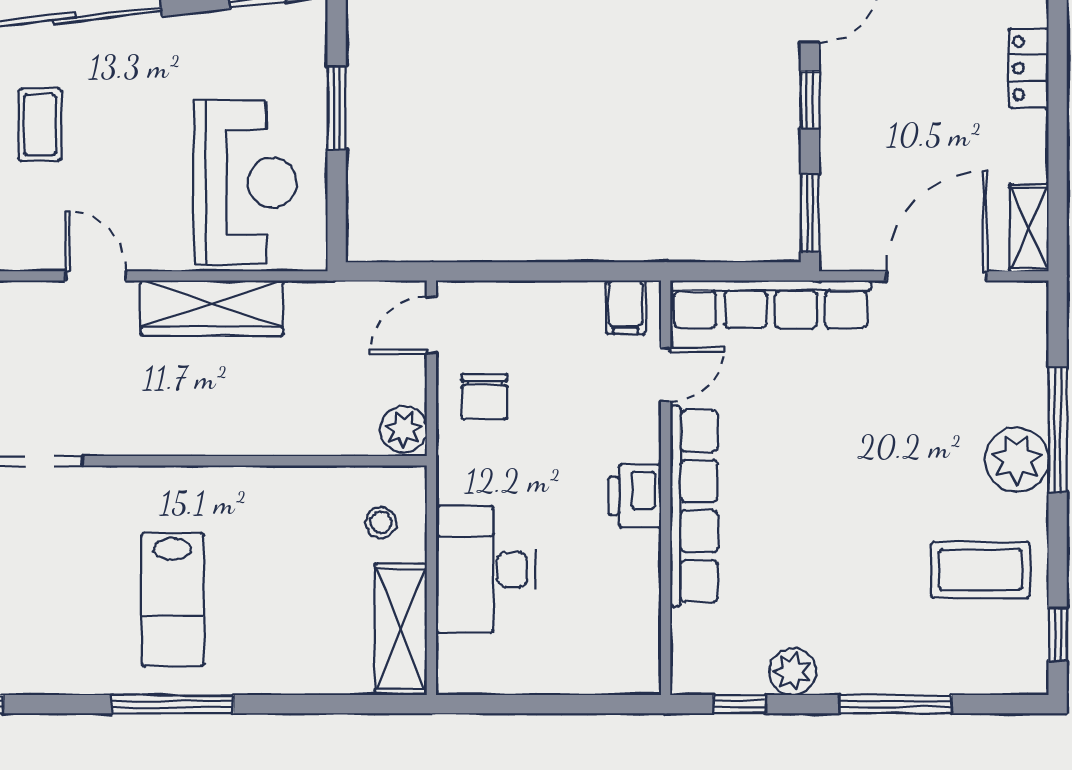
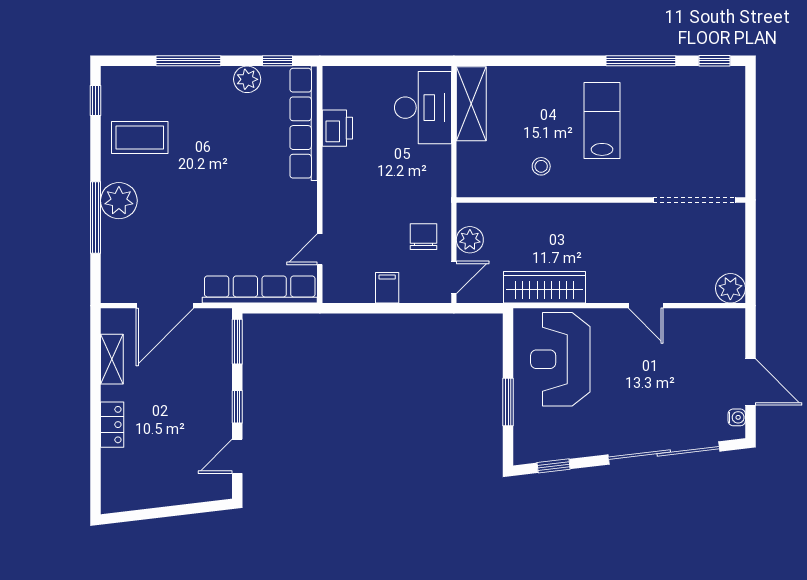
coffee table: (40, 125) -> (678, 392), removed
shelving: (1029, 228) -> (112, 359), moved
filing cabinet: (626, 307) -> (387, 288), moved
wardrobe: (212, 308) -> (544, 287), moved
plant: (403, 429) -> (470, 240), moved
printer: (635, 496) -> (337, 128), moved
row of seats: (694, 506) -> (304, 123), moved
stool: (381, 522) -> (541, 166), moved
desk: (485, 569) -> (423, 108), moved
window: (173, 704) -> (641, 61), moved

